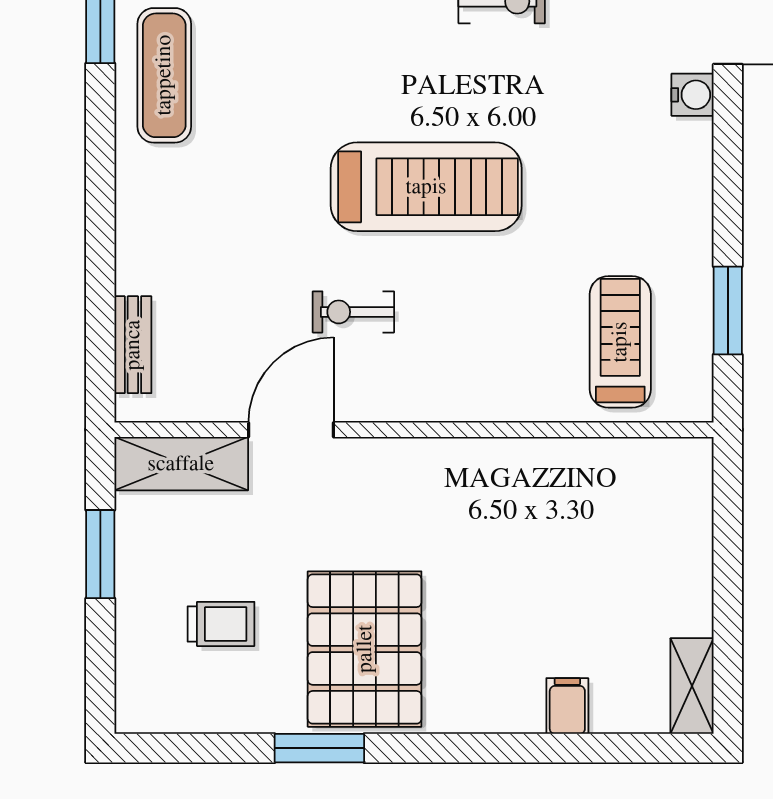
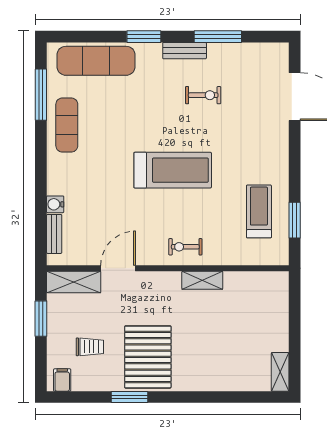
water cooler: (693, 95) -> (55, 204), moved, turned 180
exercise bike: (353, 312) -> (185, 247), moved
treadmill: (620, 342) -> (259, 211), moved
shelving: (499, 459) -> (202, 280), added
filing cabinet: (567, 706) -> (62, 380), moved

